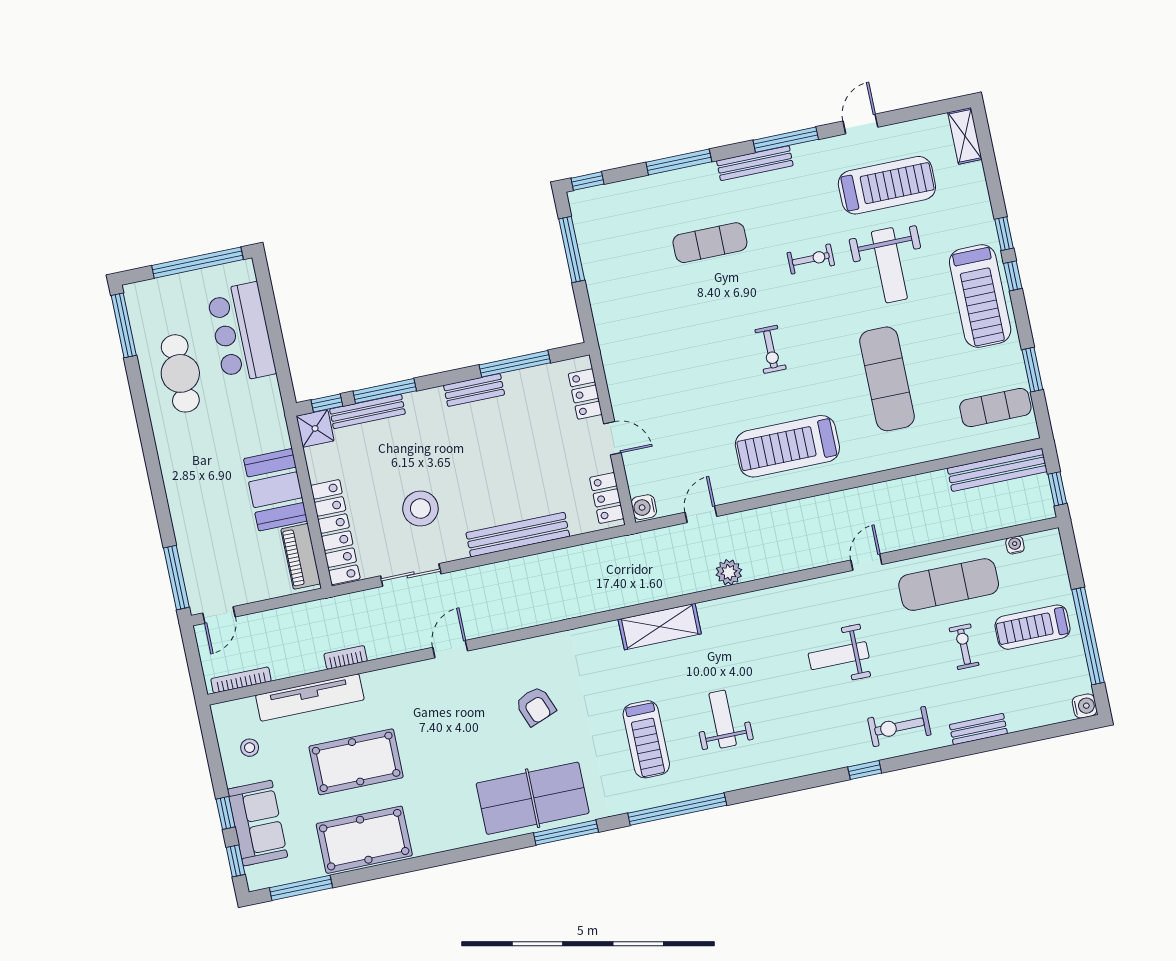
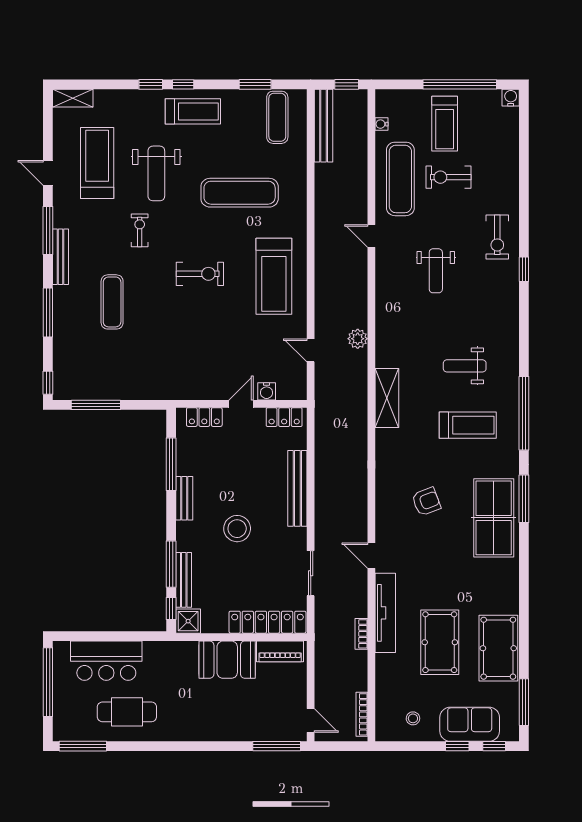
weight bench: (889, 265) -> (156, 173), turned 90
treadmill: (980, 296) -> (193, 111), width x0.73, depth x0.73
exercise bike: (771, 349) -> (200, 274), width x1.38, depth x1.39
water cooler: (644, 507) -> (267, 391), moved
stool: (420, 509) -> (237, 529), moved
exercise bike: (964, 647) -> (448, 177), width x1.38, depth x1.39
tv unit: (310, 697) -> (385, 613), moved
bench: (978, 729) -> (511, 179), removed

